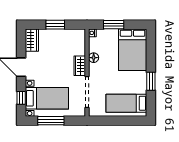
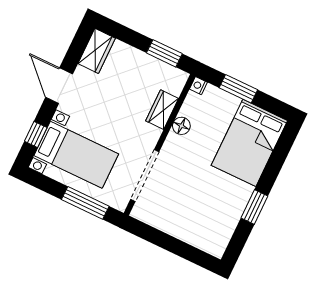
window: (55, 25) -> (164, 53), moved
wardrobe: (80, 66) -> (162, 110), moved
bed: (126, 103) -> (199, 223), removed
window: (51, 121) -> (85, 203), moved

